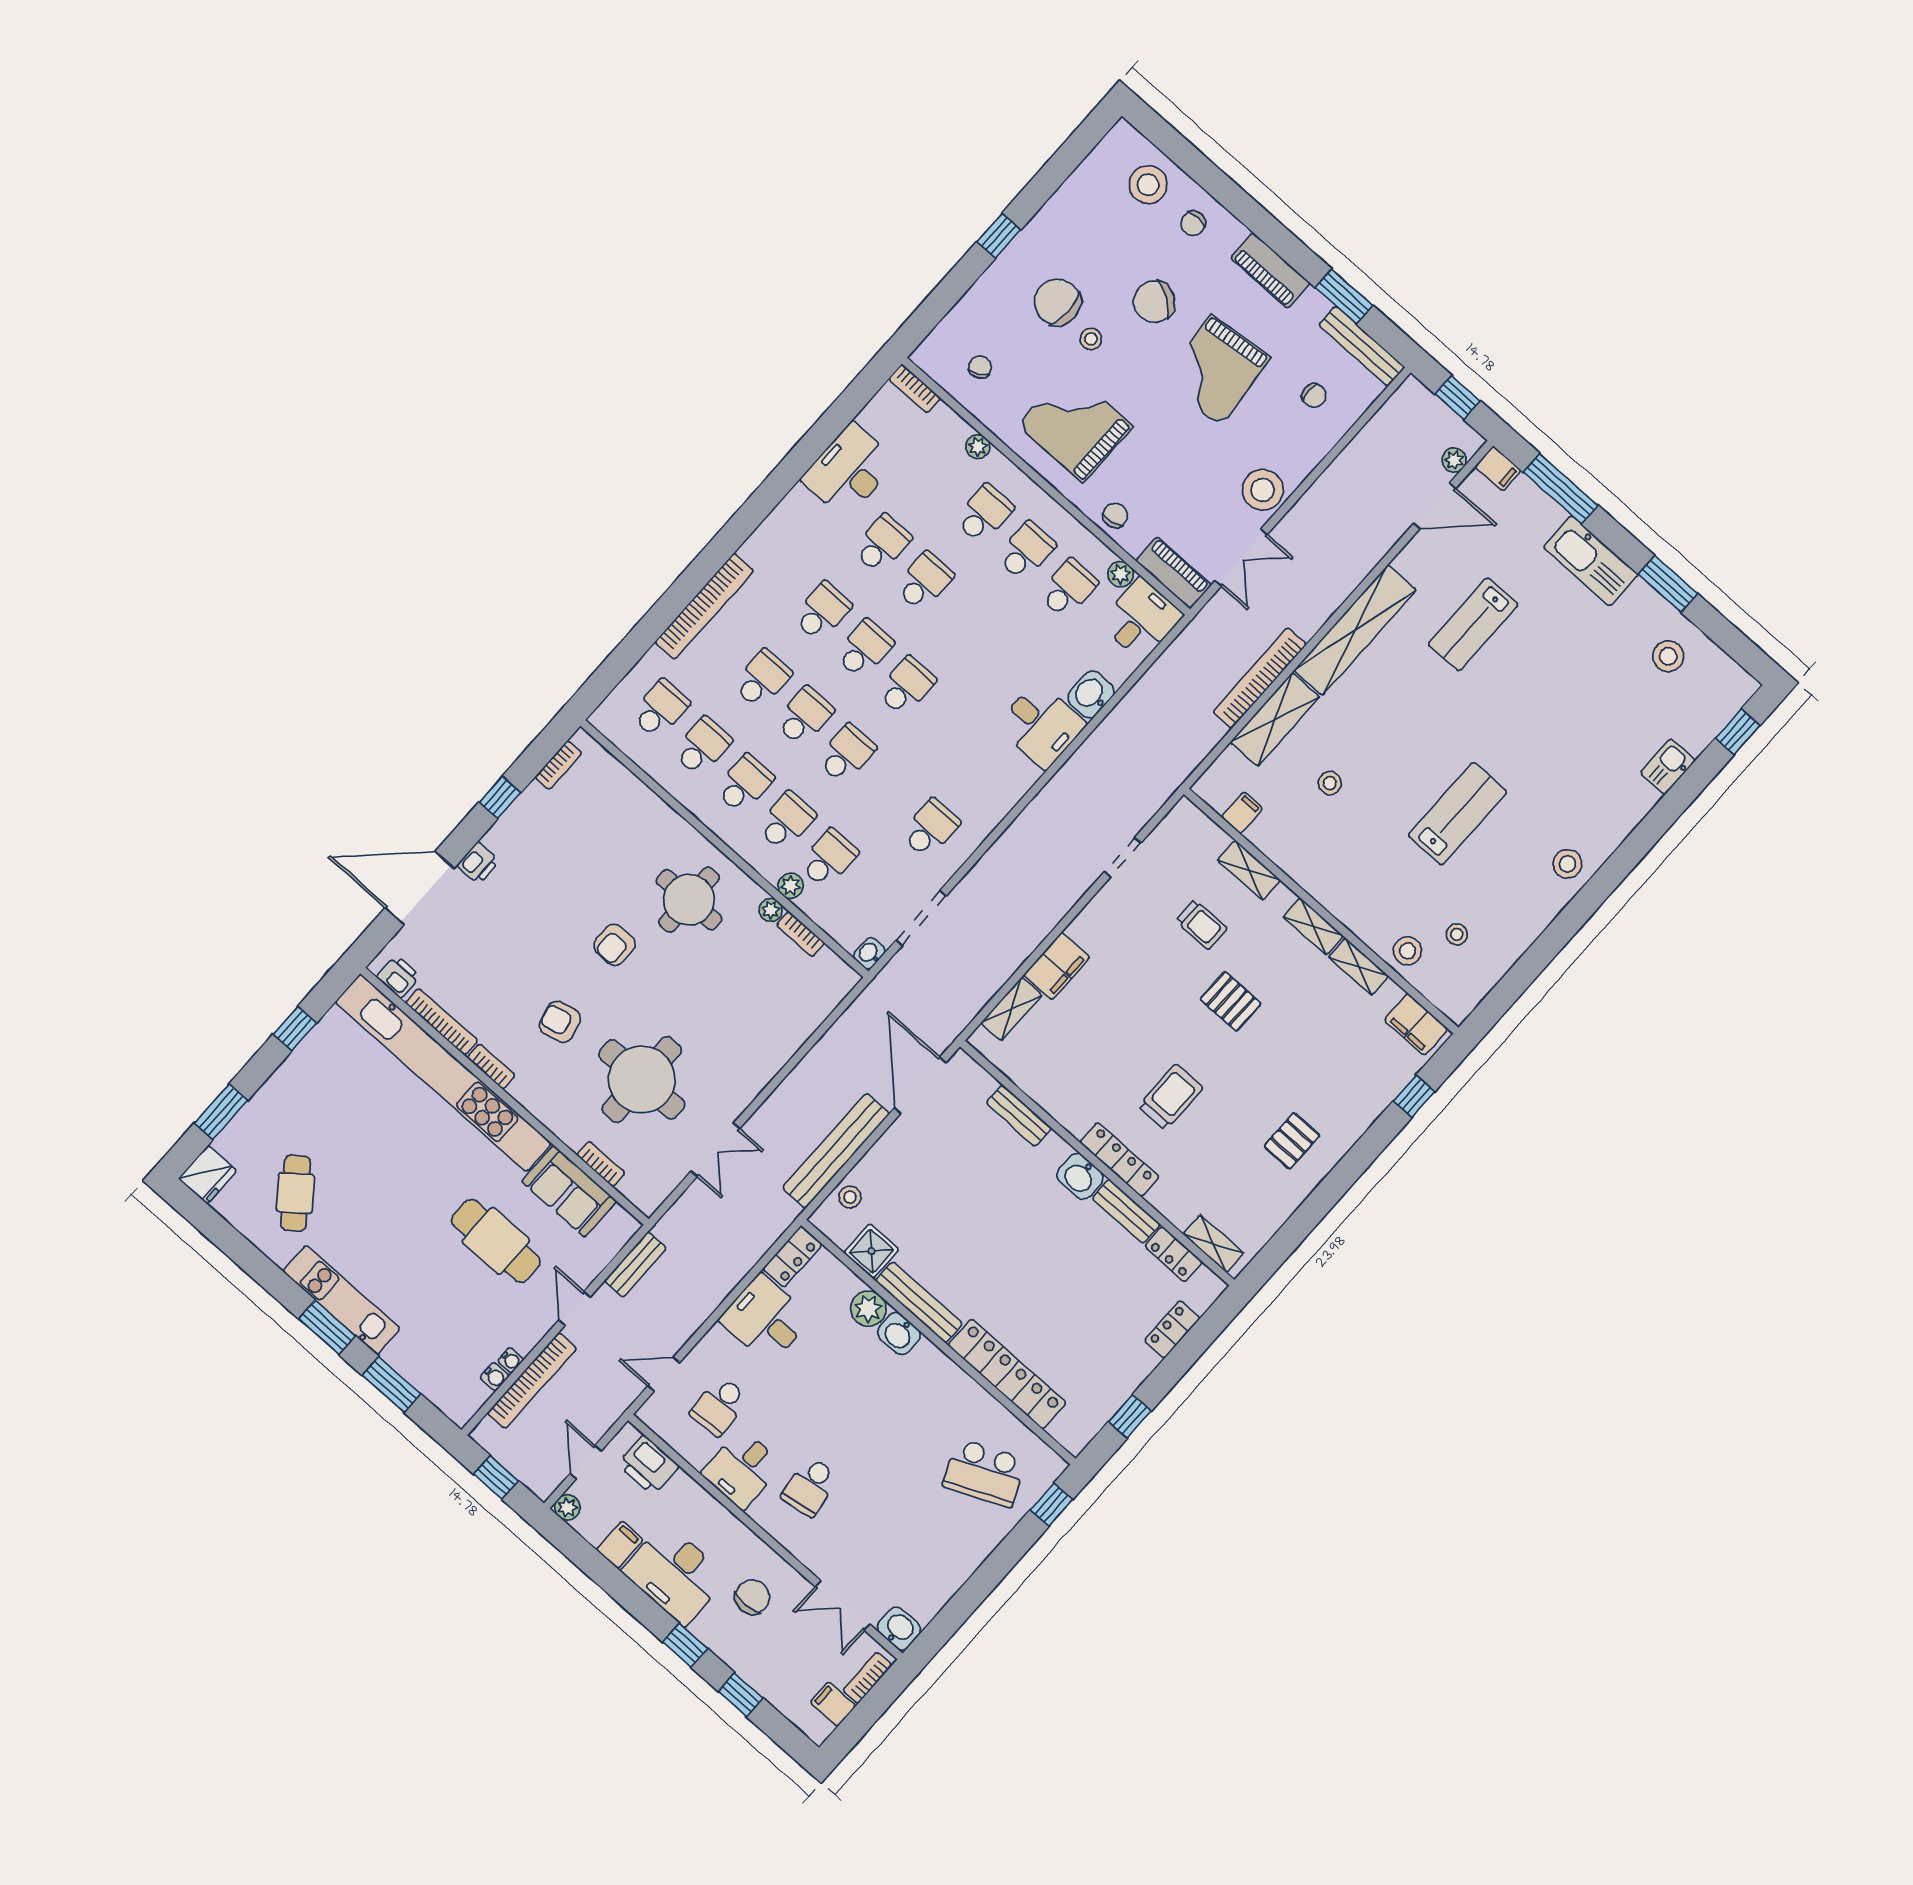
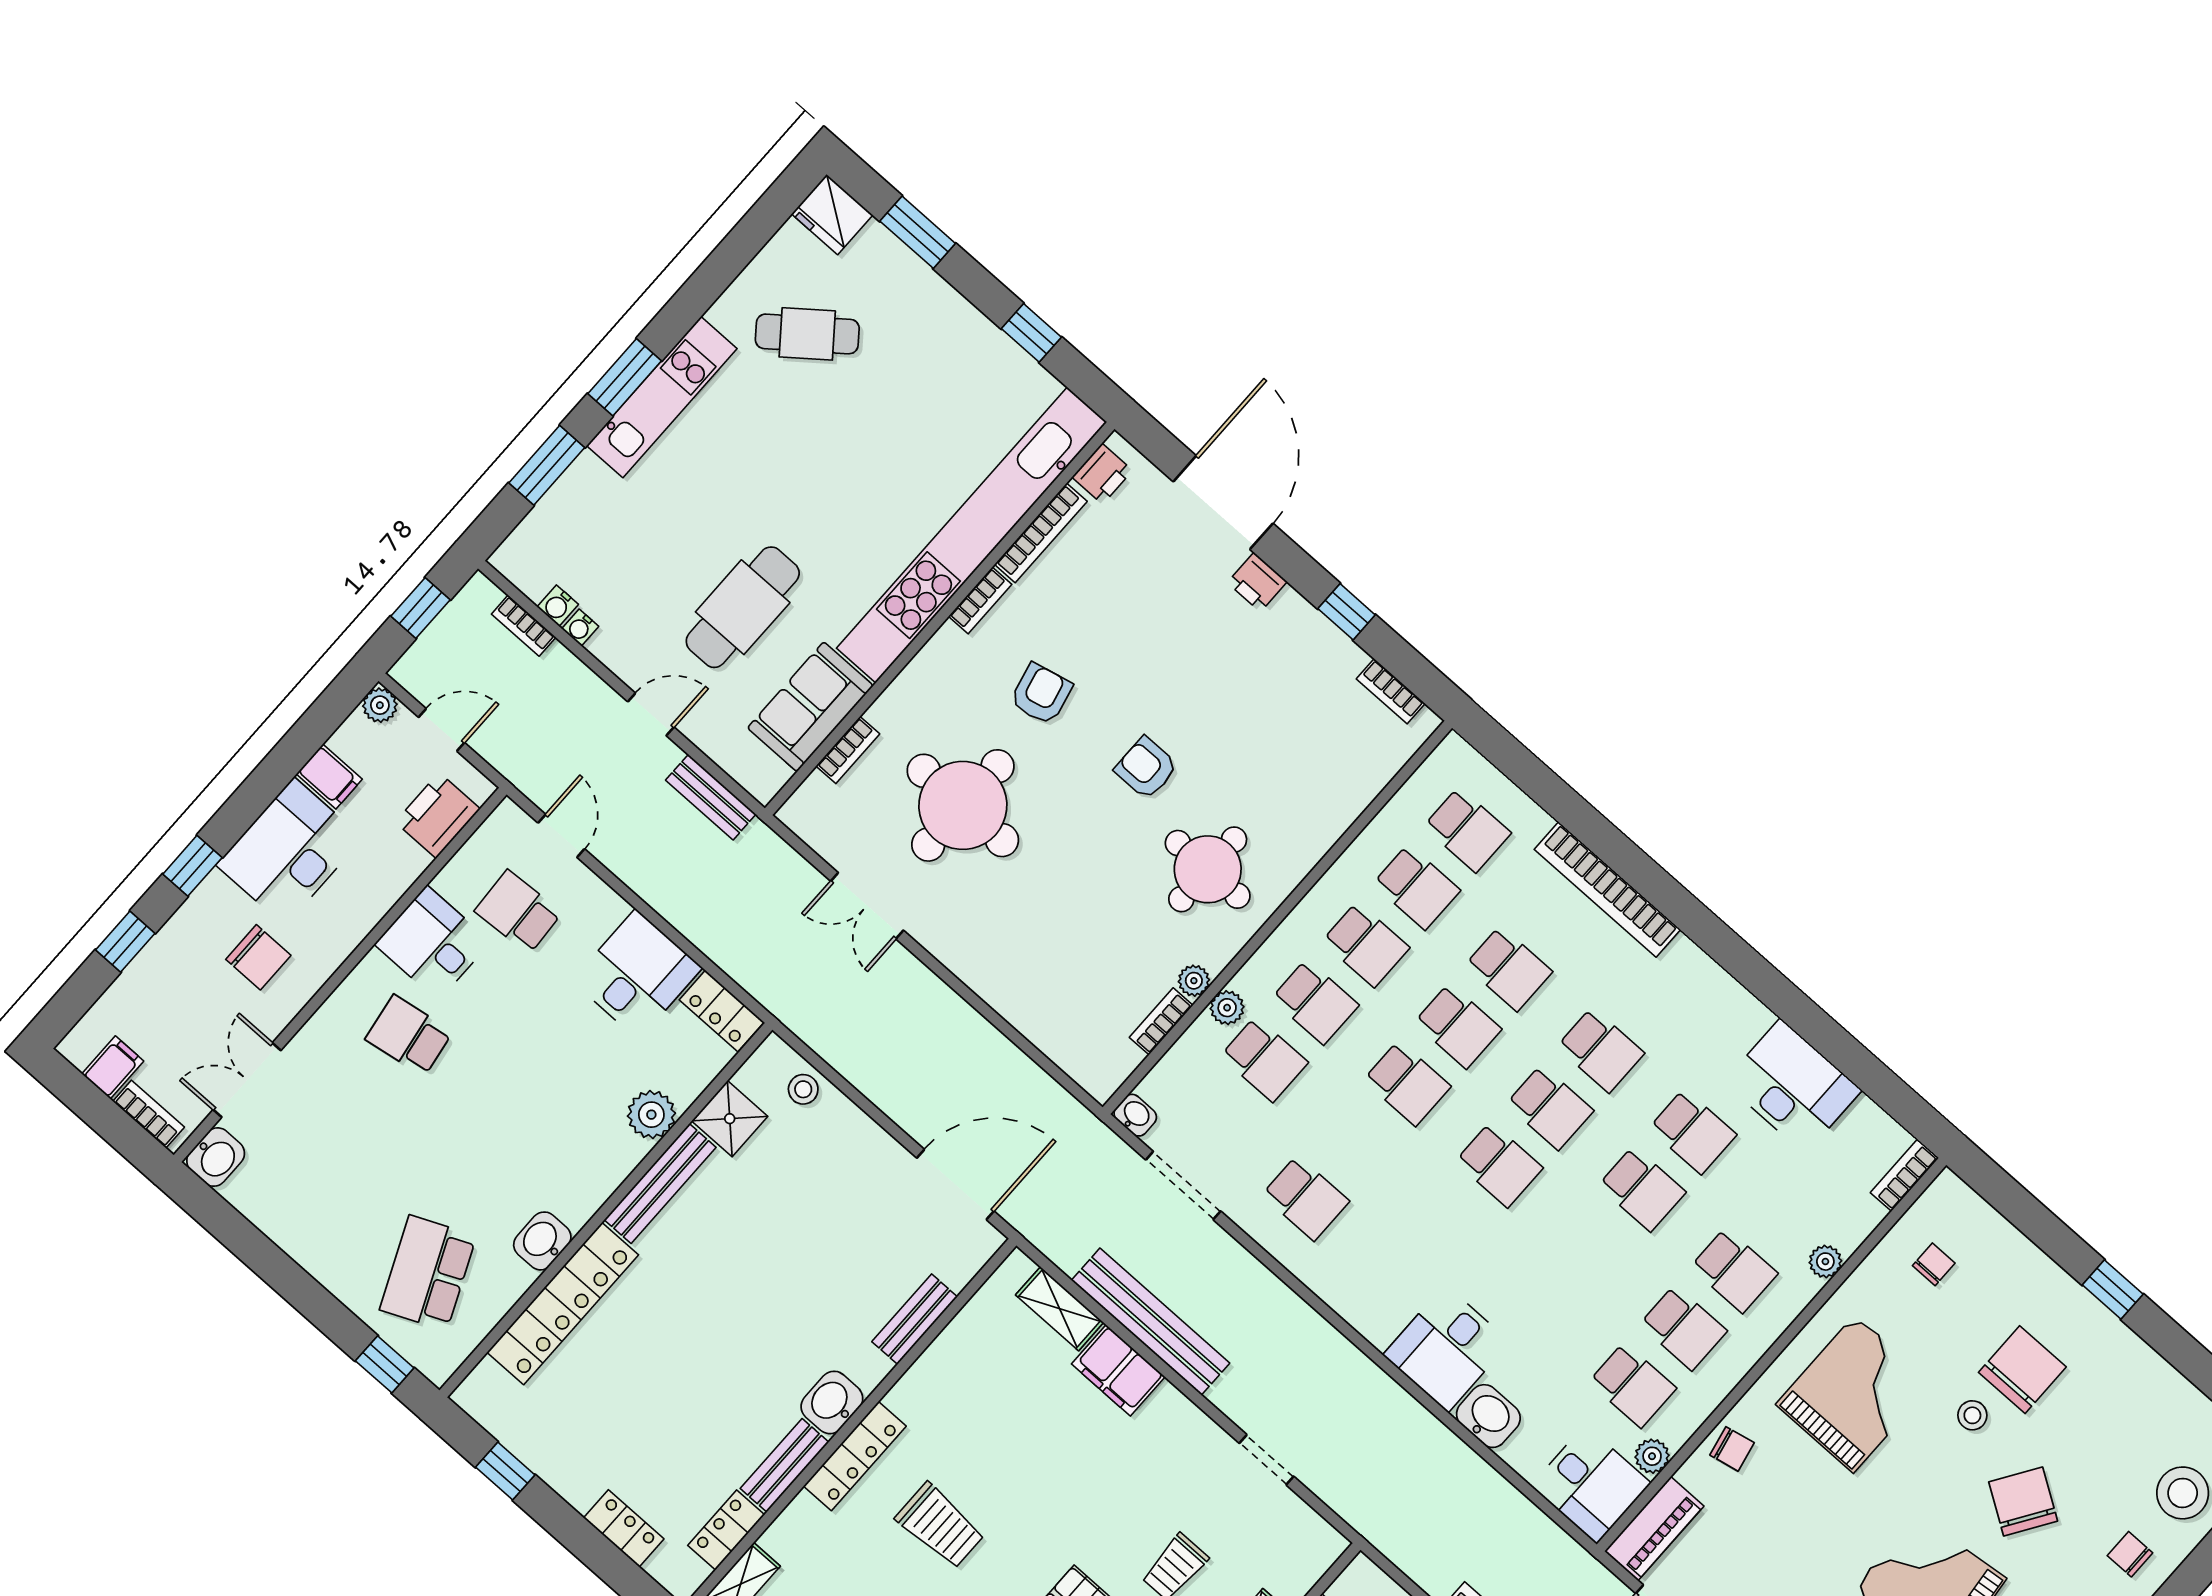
chair: (980, 367) -> (1934, 1264), turned -62
bench: (836, 1151) -> (1151, 1322), moved
washbasin: (899, 1334) -> (542, 1241), moved
bookcase: (532, 1381) -> (524, 626), width x0.43, depth x0.76

